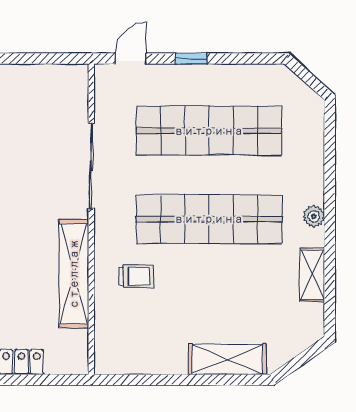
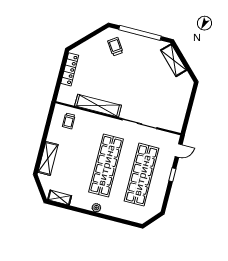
door: (131, 59) -> (179, 151), hinge flipped
shelving: (312, 275) -> (60, 198), moved
trolley: (136, 276) -> (69, 121), moved

